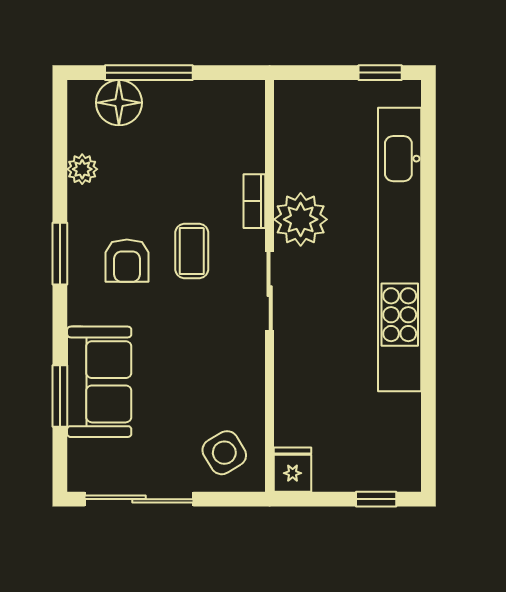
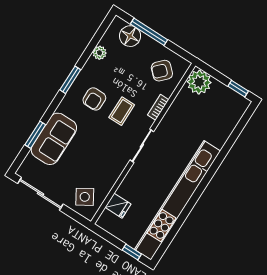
armchair: (218, 129) -> (162, 71), added
plant: (301, 219) -> (199, 82), moved
kitchen unit: (400, 249) -> (178, 200), moved
fridge: (293, 470) -> (118, 206), moved, turned 90

